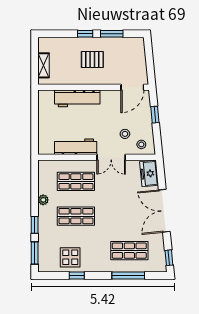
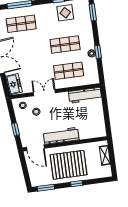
window: (112, 34) -> (46, 188), moved
pallet: (92, 59) -> (69, 165), width x2.05, depth x2.00
door: (132, 87) -> (35, 148), swing flipped
workbench: (77, 98) -> (61, 136), moved
workbench: (76, 147) -> (85, 95), moved
window: (35, 225) -> (98, 52), moved

